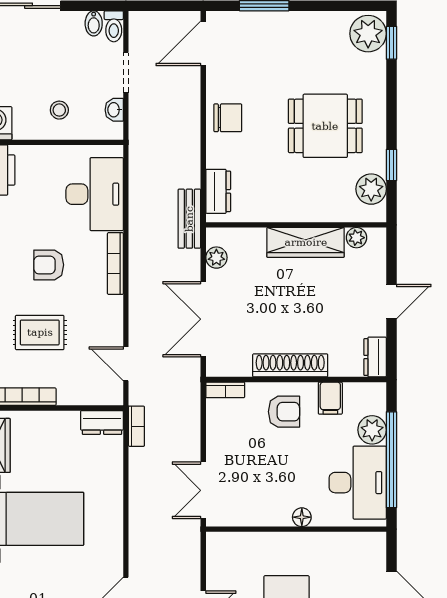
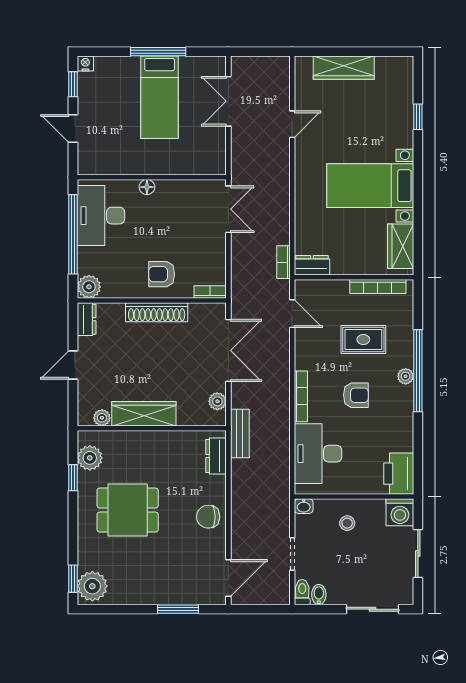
washbasin: (114, 110) -> (304, 506), moved, turned 90
filing cabinet: (330, 398) -> (123, 285), removed
plant: (372, 430) -> (89, 287), moved

